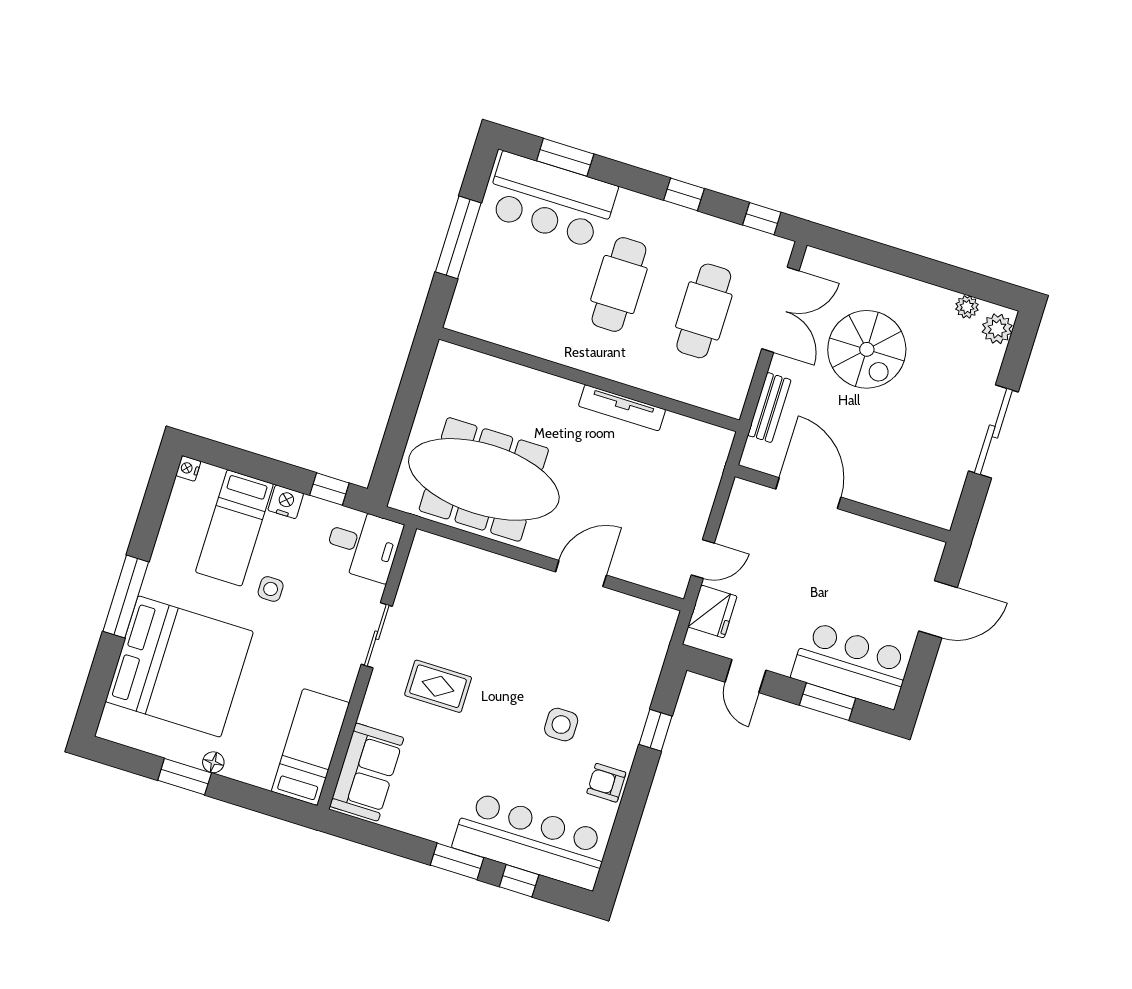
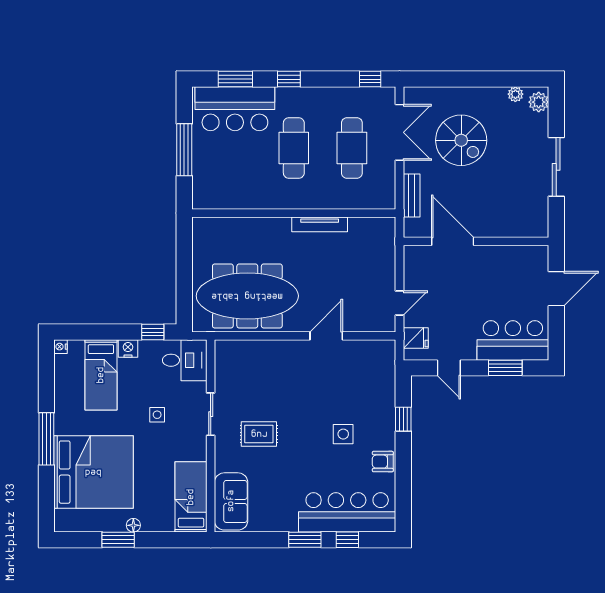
window: (684, 194) -> (289, 79), moved
side table: (271, 589) -> (157, 415), moved
fridge: (712, 611) -> (416, 338), width x0.72

